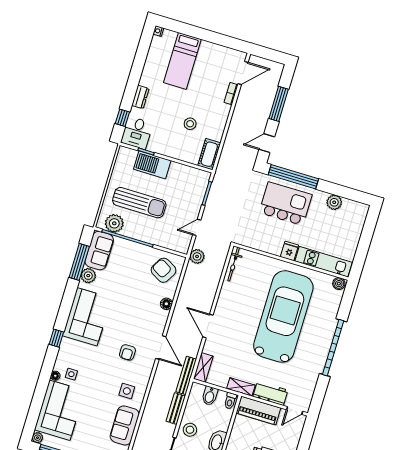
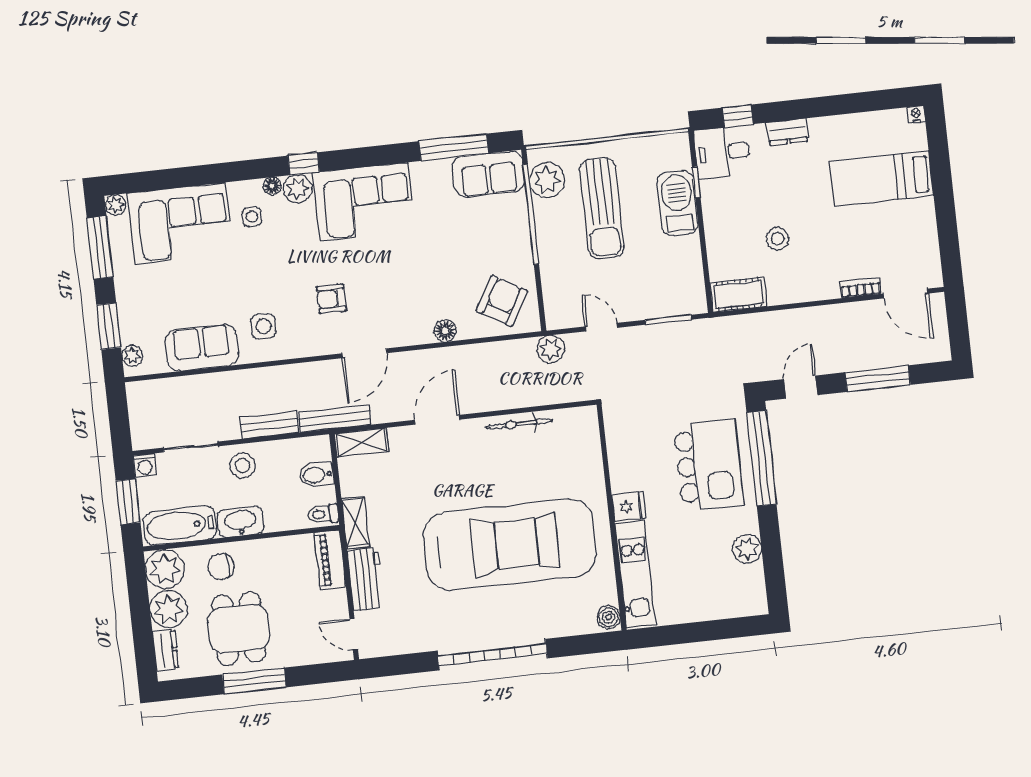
door: (267, 143) -> (801, 387), hinge flipped
bicycle: (234, 264) -> (519, 424), moved
plant: (88, 276) -> (298, 189), moved
floor lamp: (55, 376) -> (272, 186), moved
piano: (258, 410) -> (330, 560), width x0.73, depth x0.75

